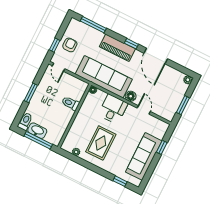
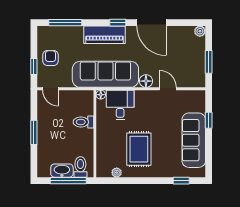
desk: (113, 109) -> (120, 105), moved
toilet: (25, 121) -> (80, 167), moved

